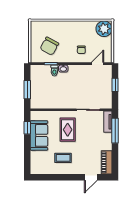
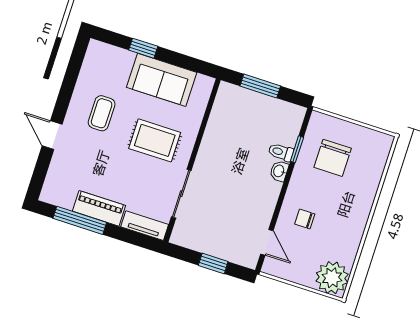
chair: (49, 46) -> (333, 158), turned -119
window: (27, 128) -> (143, 48), moved
window: (115, 131) -> (80, 220), moved
piano: (107, 162) -> (99, 208), moved
door: (91, 177) -> (52, 135), moved

